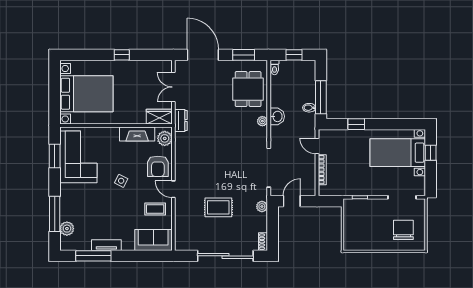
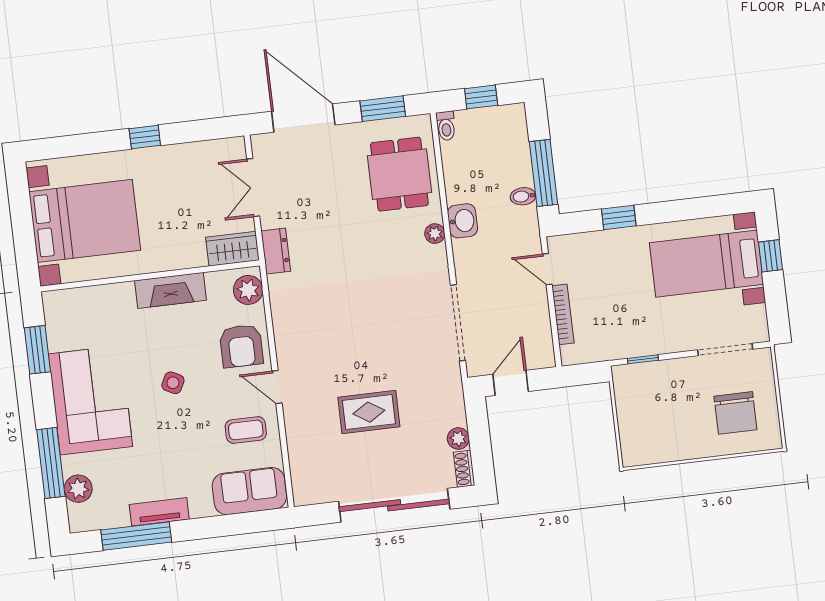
fireplace: (137, 134) -> (170, 290), moved
corner sofa: (78, 157) -> (90, 400), moved
plant: (262, 207) -> (458, 438), moved
chair: (403, 230) -> (735, 413), turned 180

